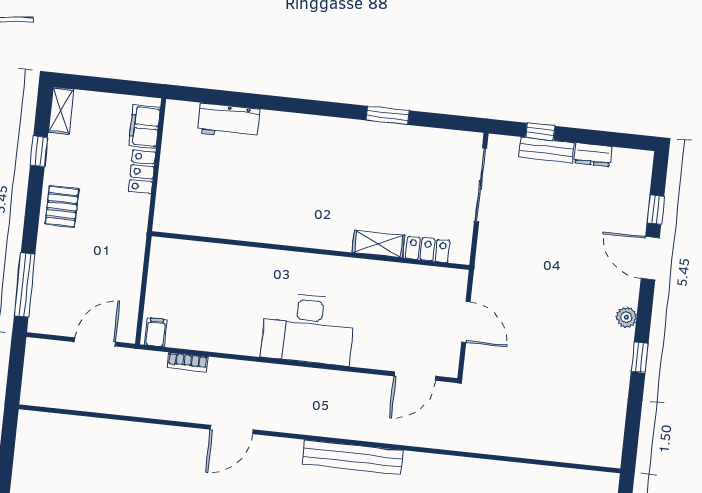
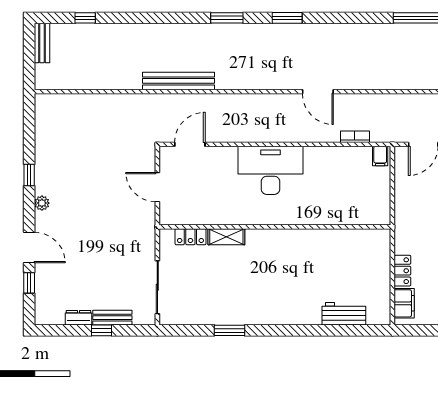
window: (540, 132) -> (101, 330), moved
door: (232, 429) -> (318, 92), swing flipped
bench: (353, 457) -> (179, 81), moved

